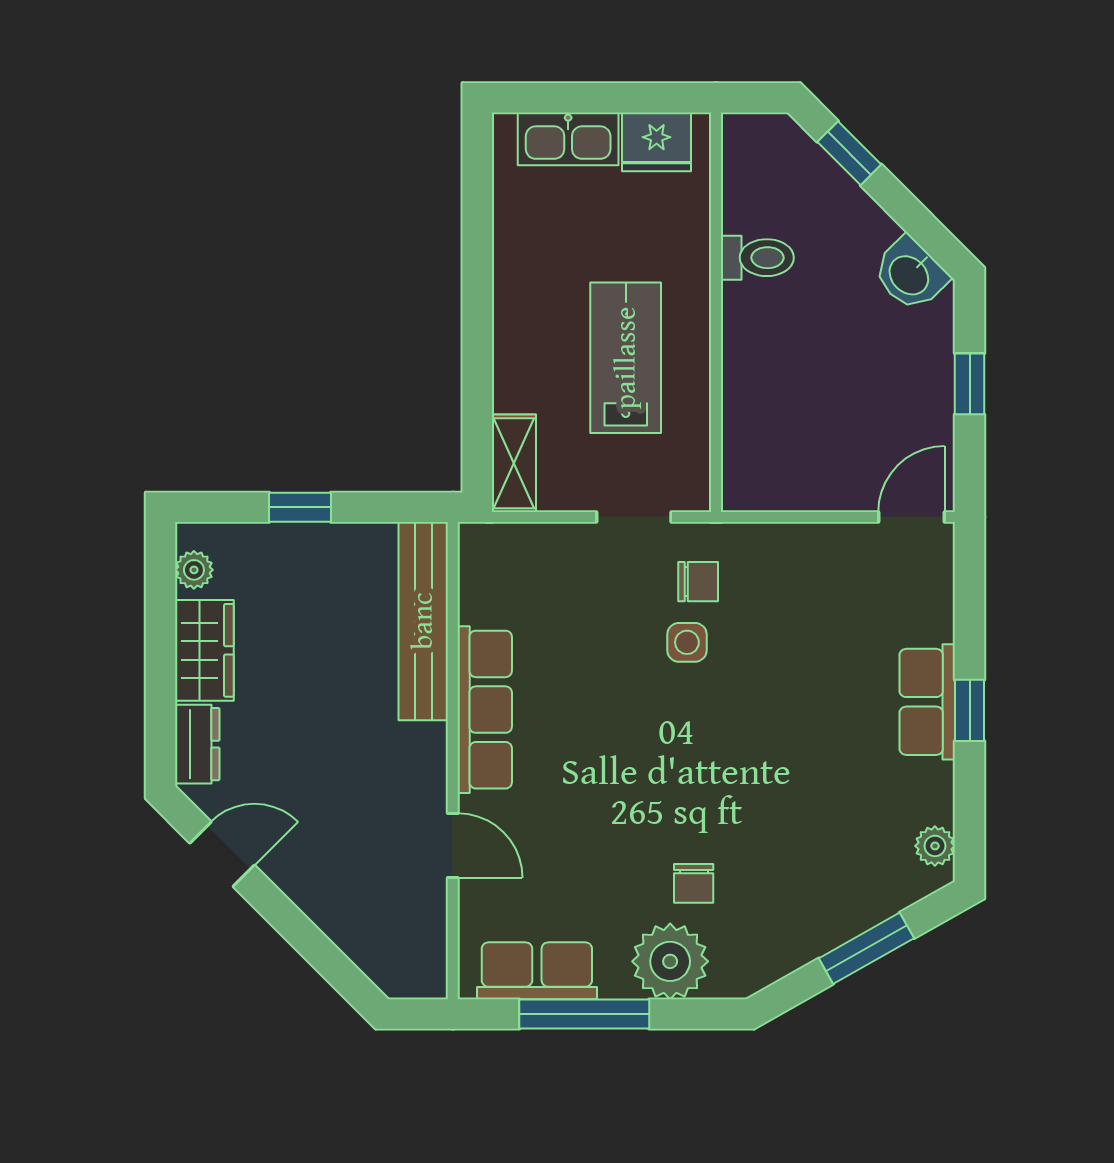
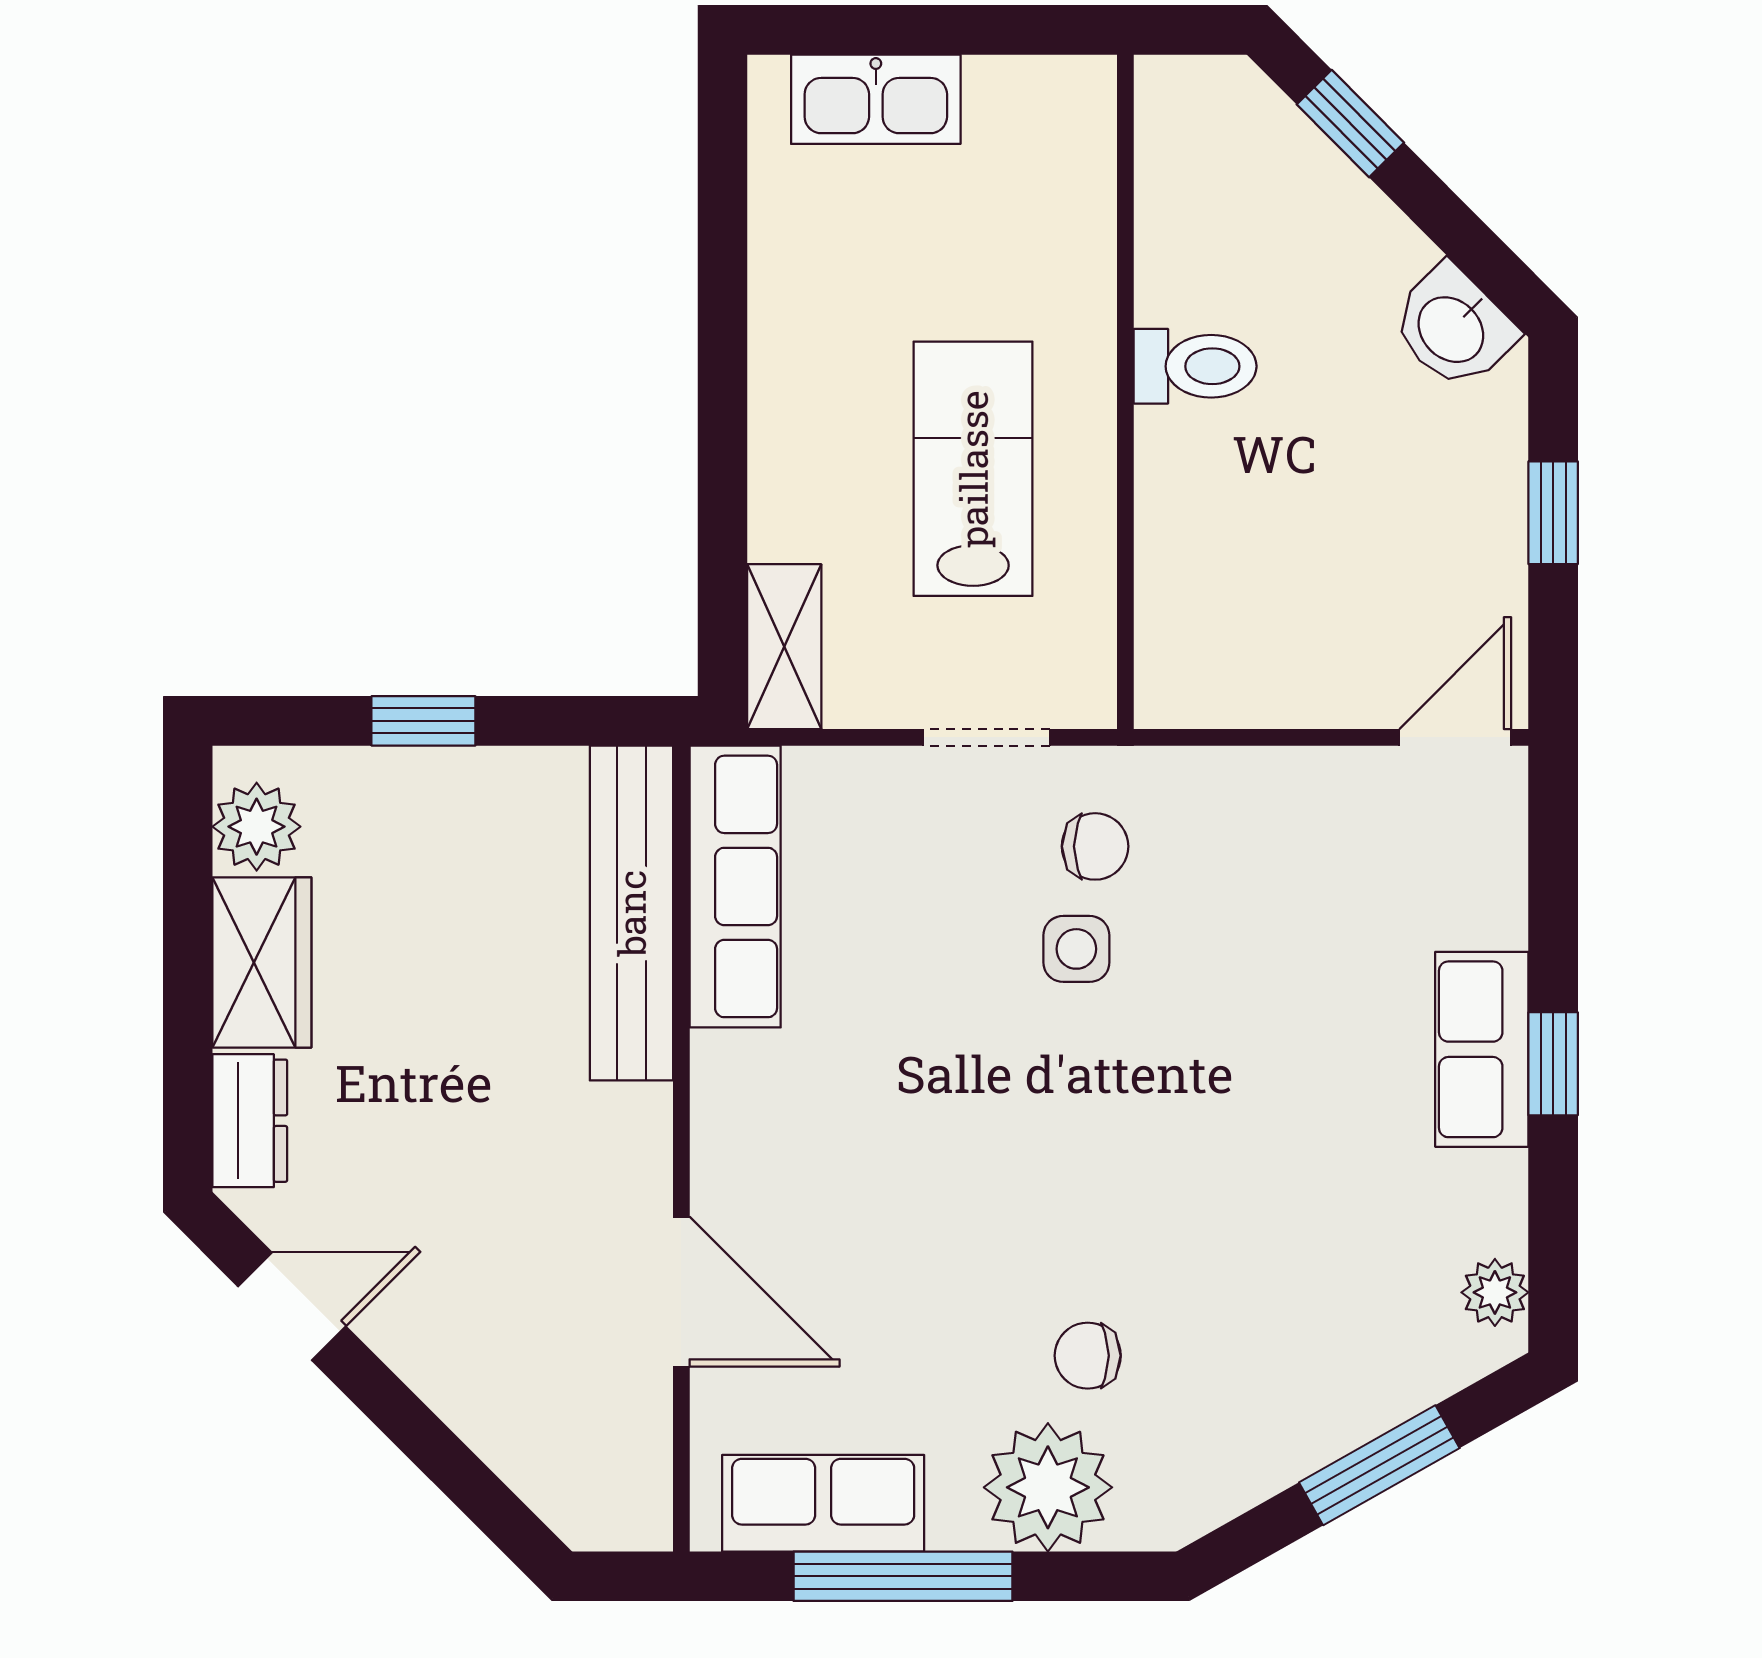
fridge: (657, 142) -> (1025, 104), removed
toilet: (757, 258) -> (1195, 366), moved
plant: (194, 570) -> (257, 827), width x1.38, depth x1.38
row of seats: (485, 710) -> (735, 886), moved
door: (453, 845) -> (681, 1292), width x1.38
chair: (694, 883) -> (1088, 1356), turned 90

